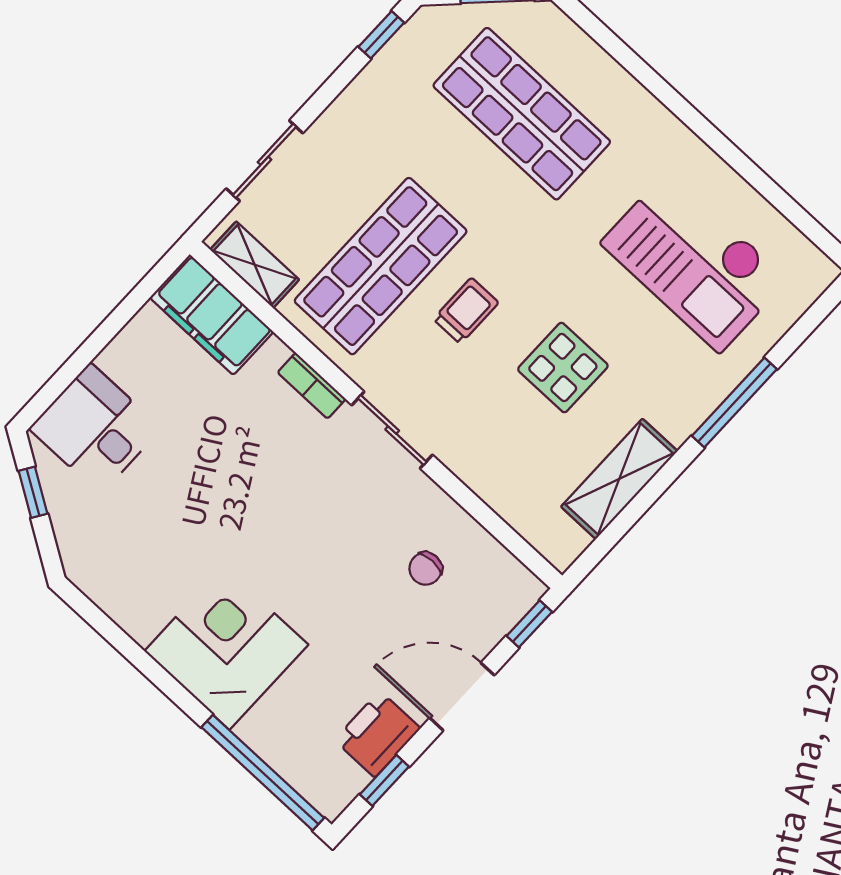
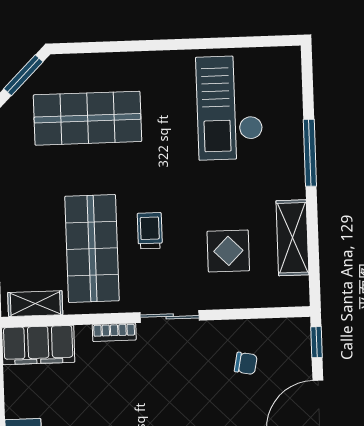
checkout: (694, 261) -> (229, 108), turned 90
display table: (563, 368) -> (228, 251), moved
chair: (426, 569) -> (246, 363), turned -79

